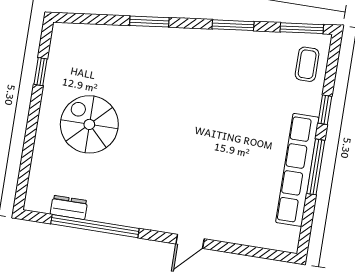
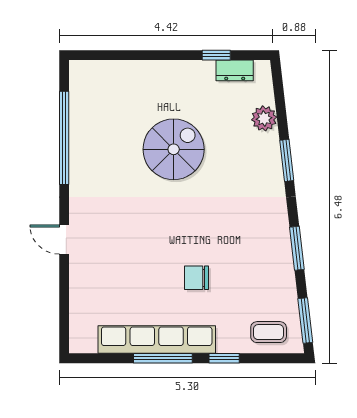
plant: (107, 36) -> (264, 118), added
chair: (246, 123) -> (197, 278), added
spiral stairs: (89, 124) -> (174, 149), moved
dresser: (69, 207) -> (235, 70), moved, turned 90

